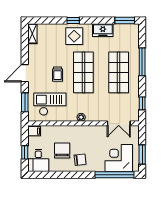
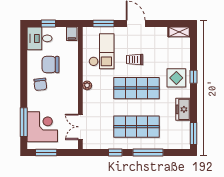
window: (142, 103) -> (115, 153), moved
chair: (62, 150) -> (51, 65), turned 180
window: (115, 175) -> (24, 122), width x0.68

